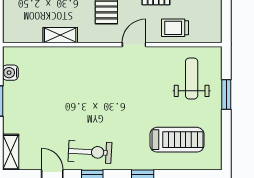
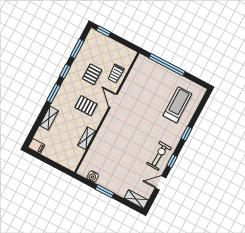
weight bench: (192, 79) -> (148, 79), removed
window: (226, 94) -> (167, 65), width x2.11

